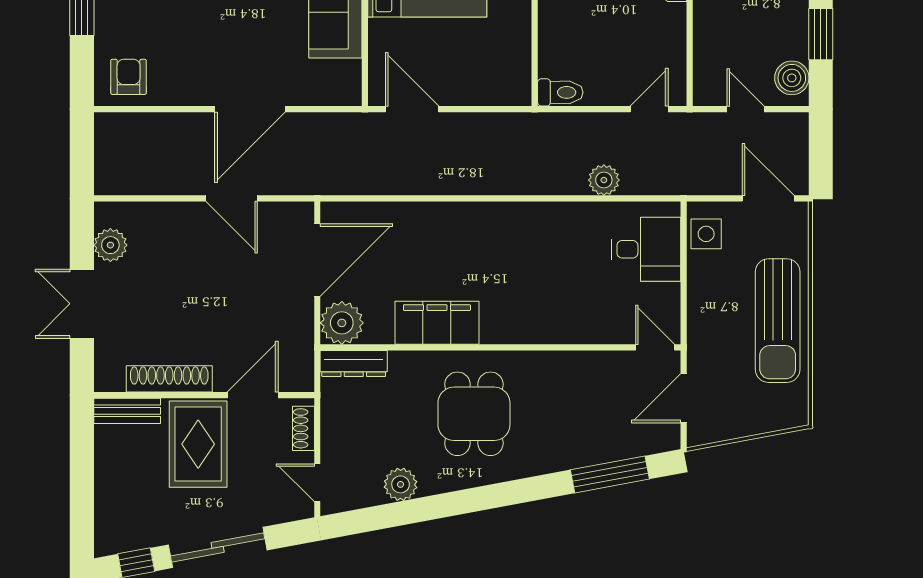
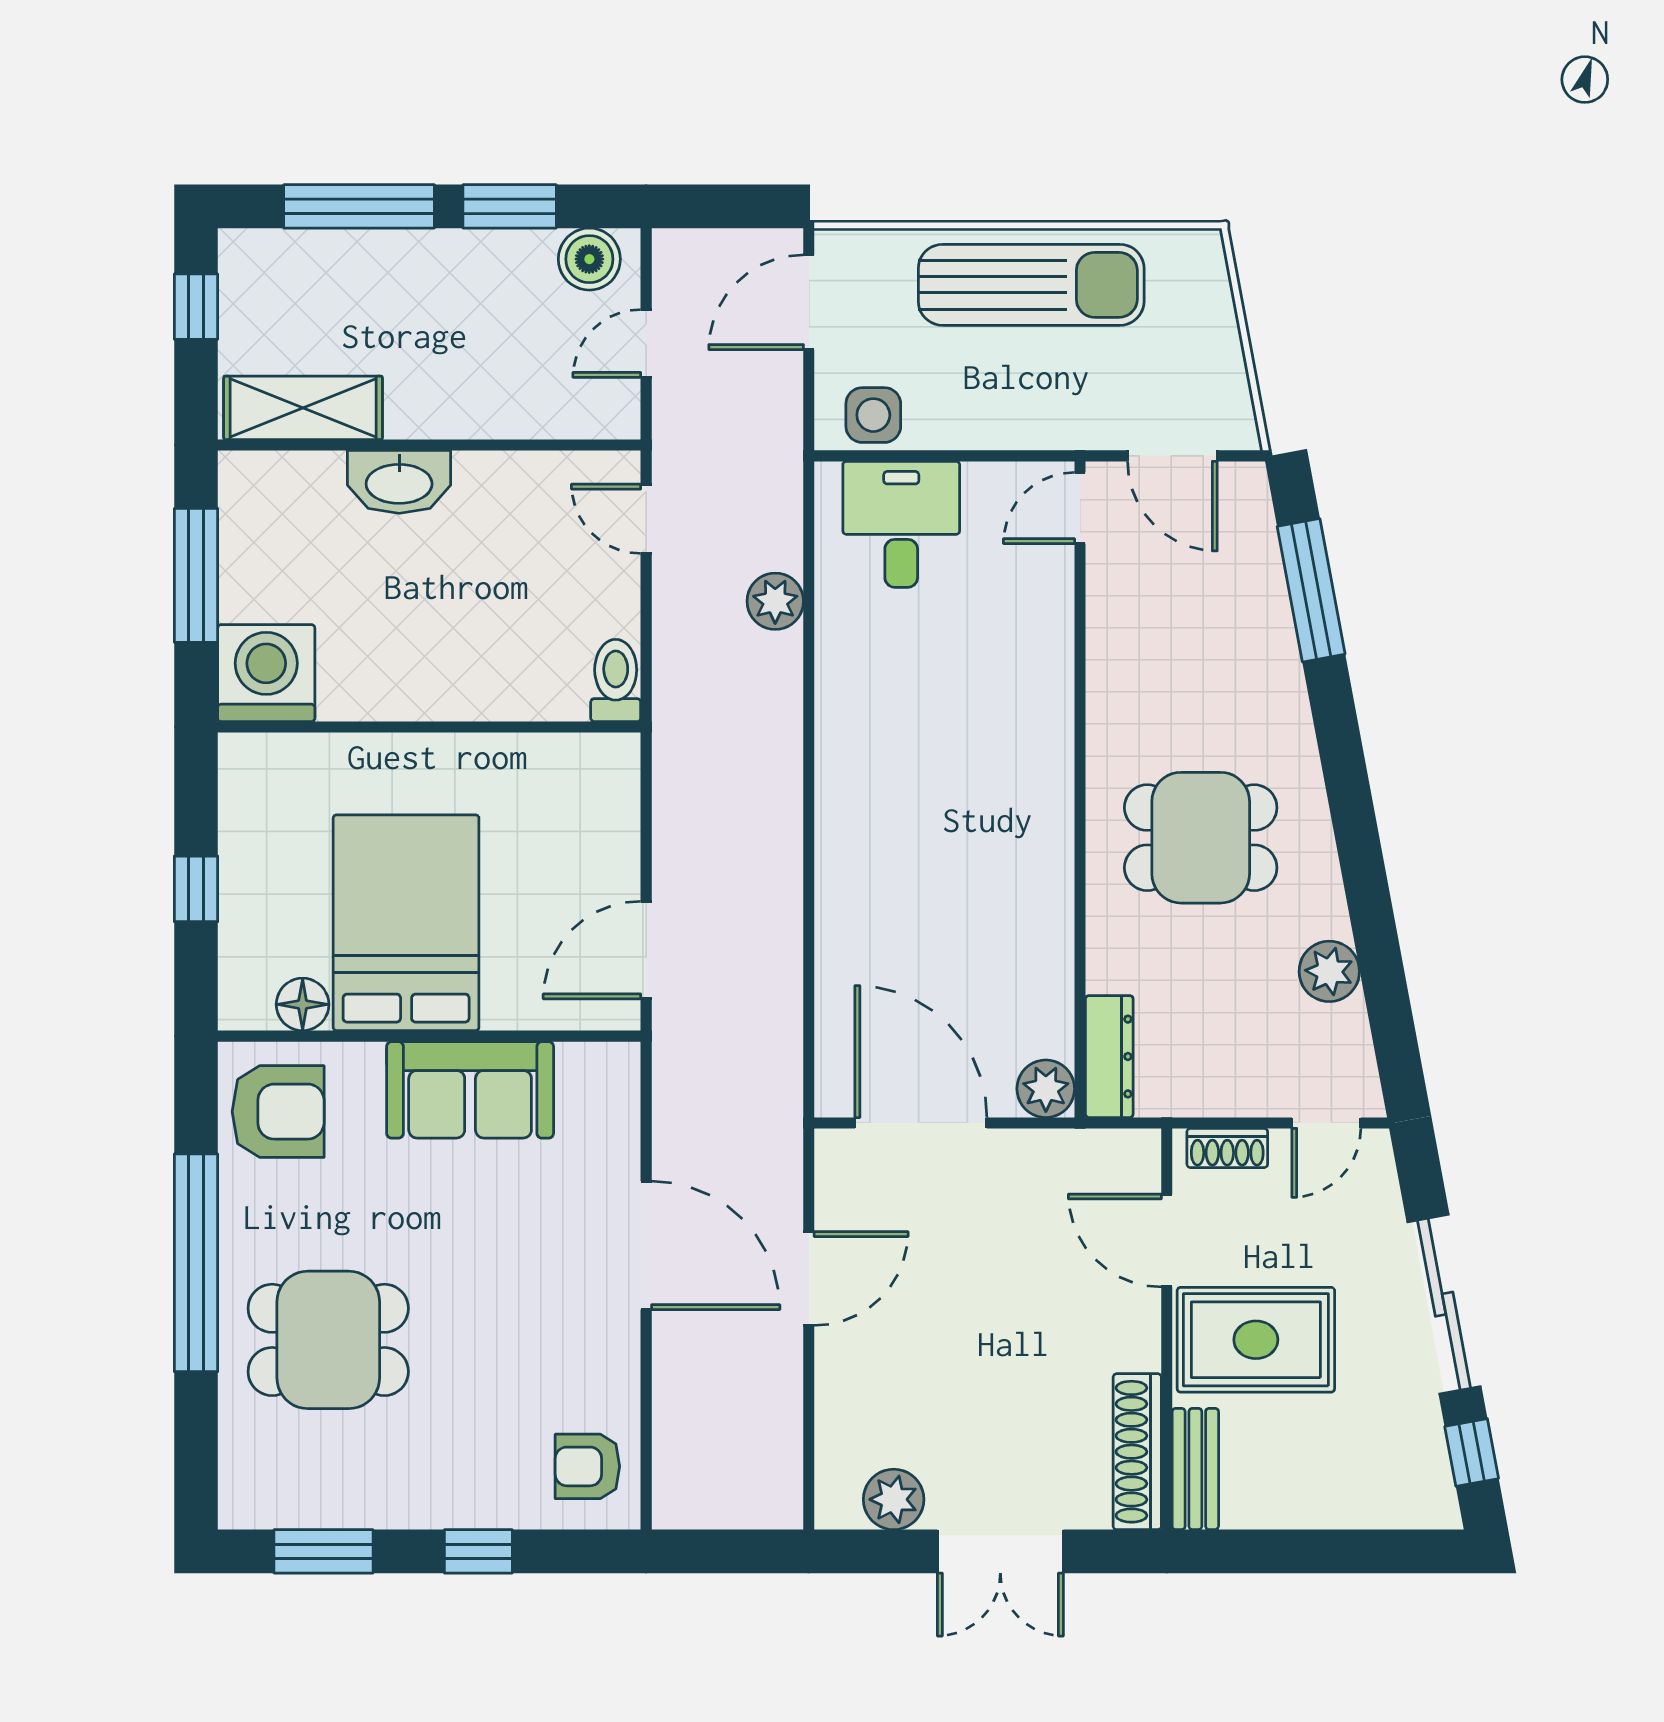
plant: (342, 323) -> (1046, 1089), width x0.73, depth x0.73
filing cabinet: (437, 323) -> (1035, 905), removed
shoe rack: (169, 379) -> (1137, 1452), moved

